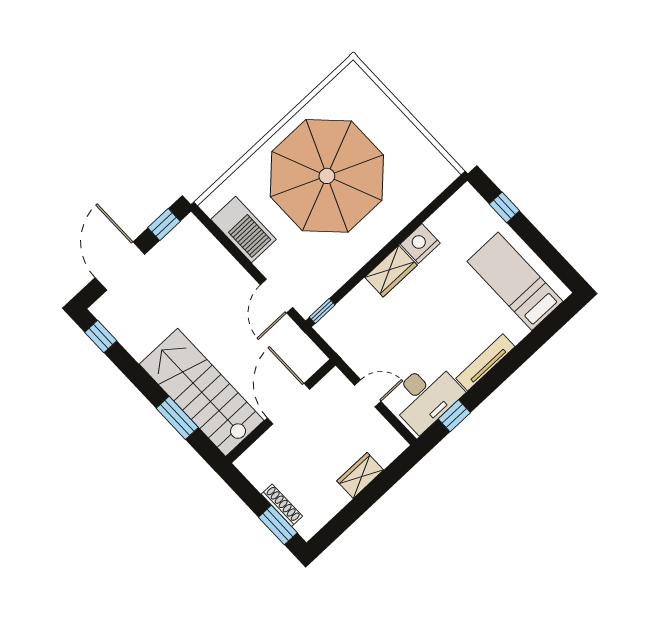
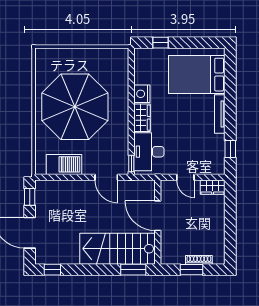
bed: (515, 281) -> (197, 75), width x1.50
door: (368, 393) -> (185, 177), swing flipped
desk: (426, 396) -> (149, 152), moved, turned 180
window: (177, 418) -> (133, 270), moved
wardrobe: (360, 475) -> (213, 187), moved, turned -90
window: (278, 525) -> (192, 270), moved

